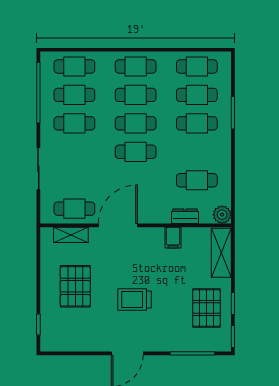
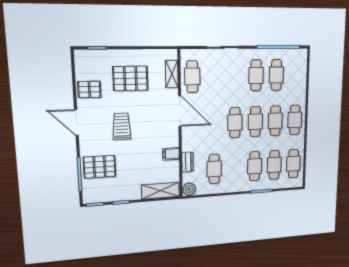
cafe table: (74, 66) -> (296, 75), removed
pallet: (206, 308) -> (100, 167), moved
pallet: (88, 336) -> (89, 89), added

